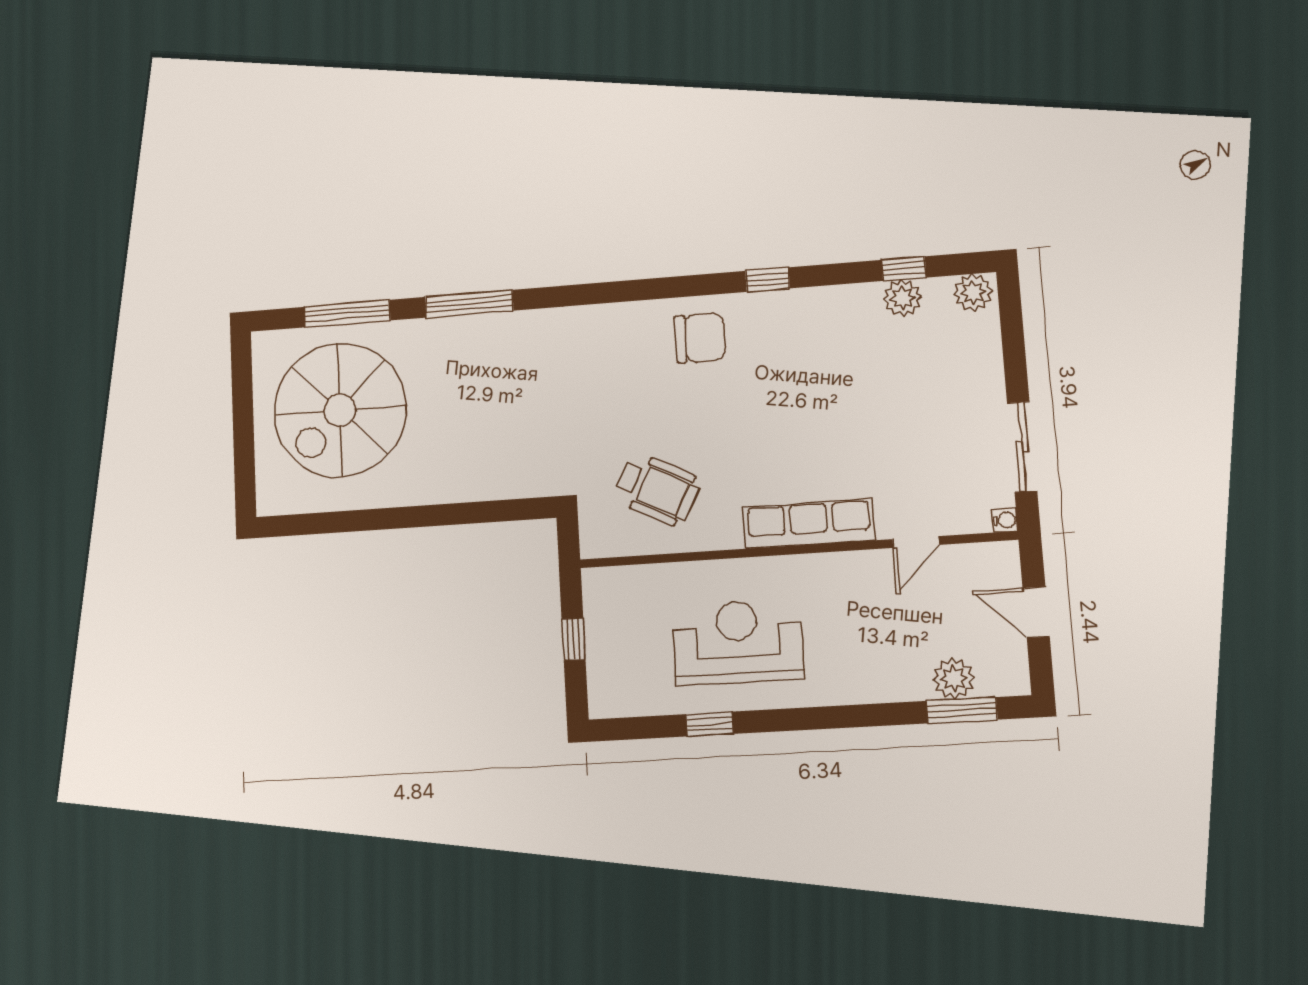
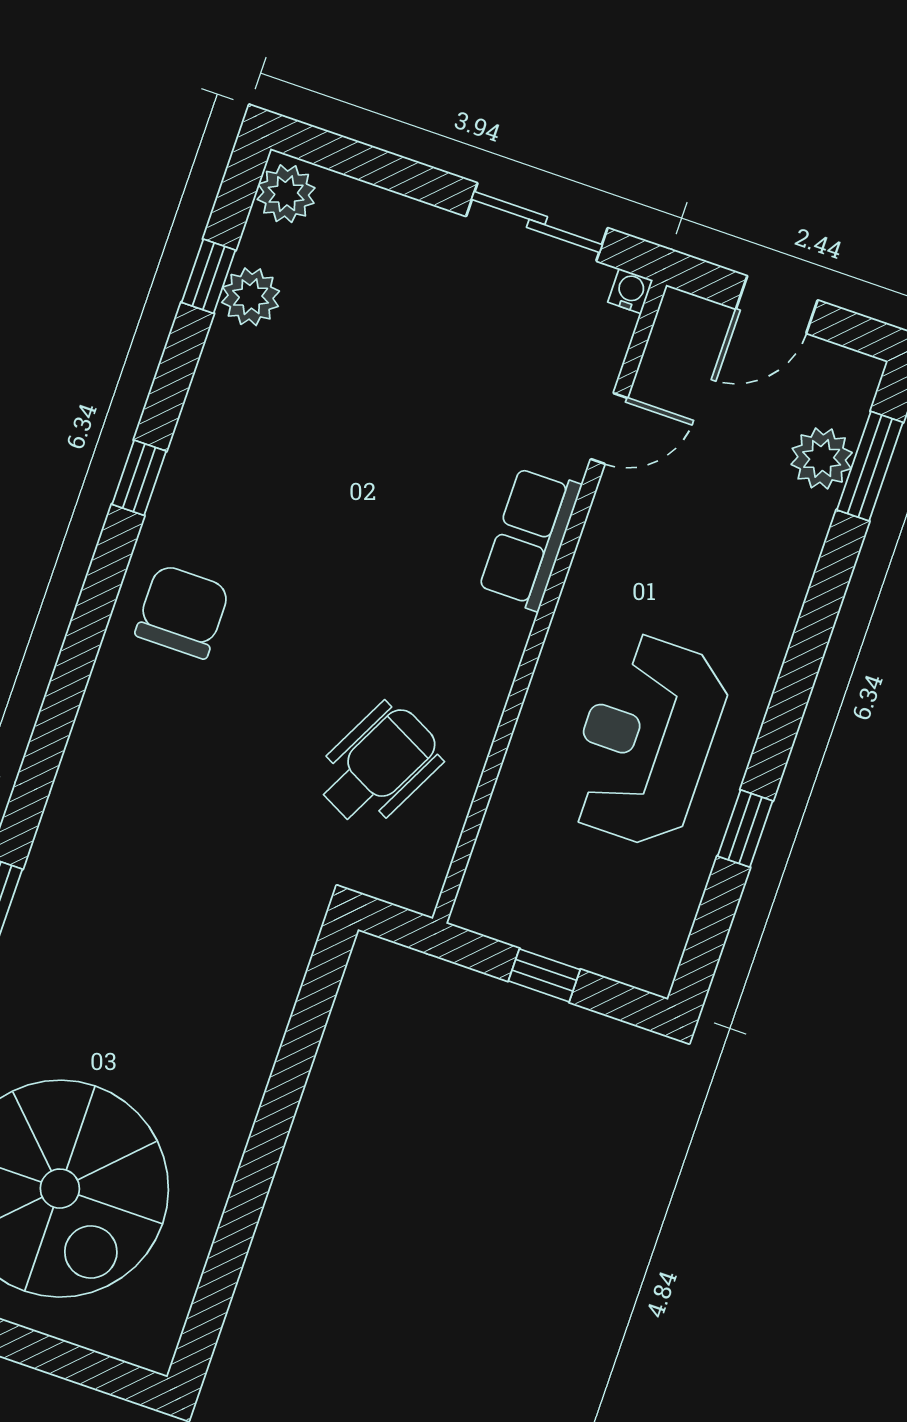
row of seats: (809, 524) -> (530, 538), width x0.68
door: (916, 542) -> (609, 429), hinge flipped

